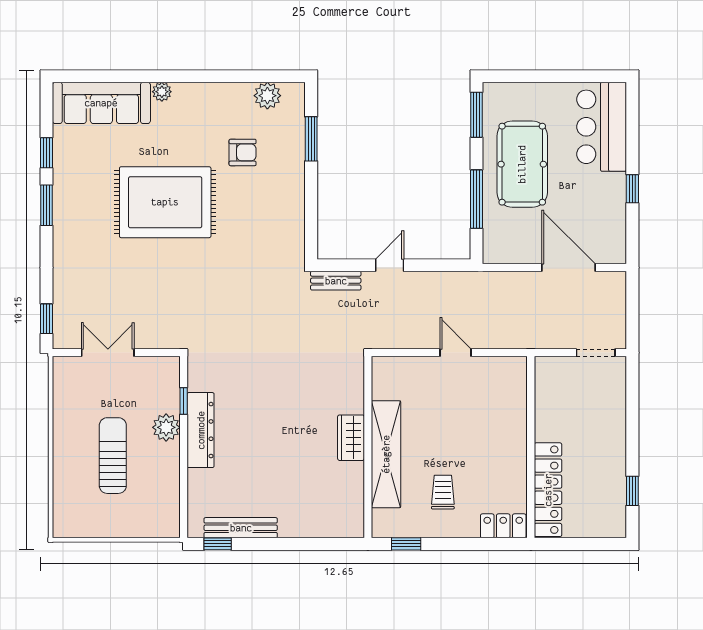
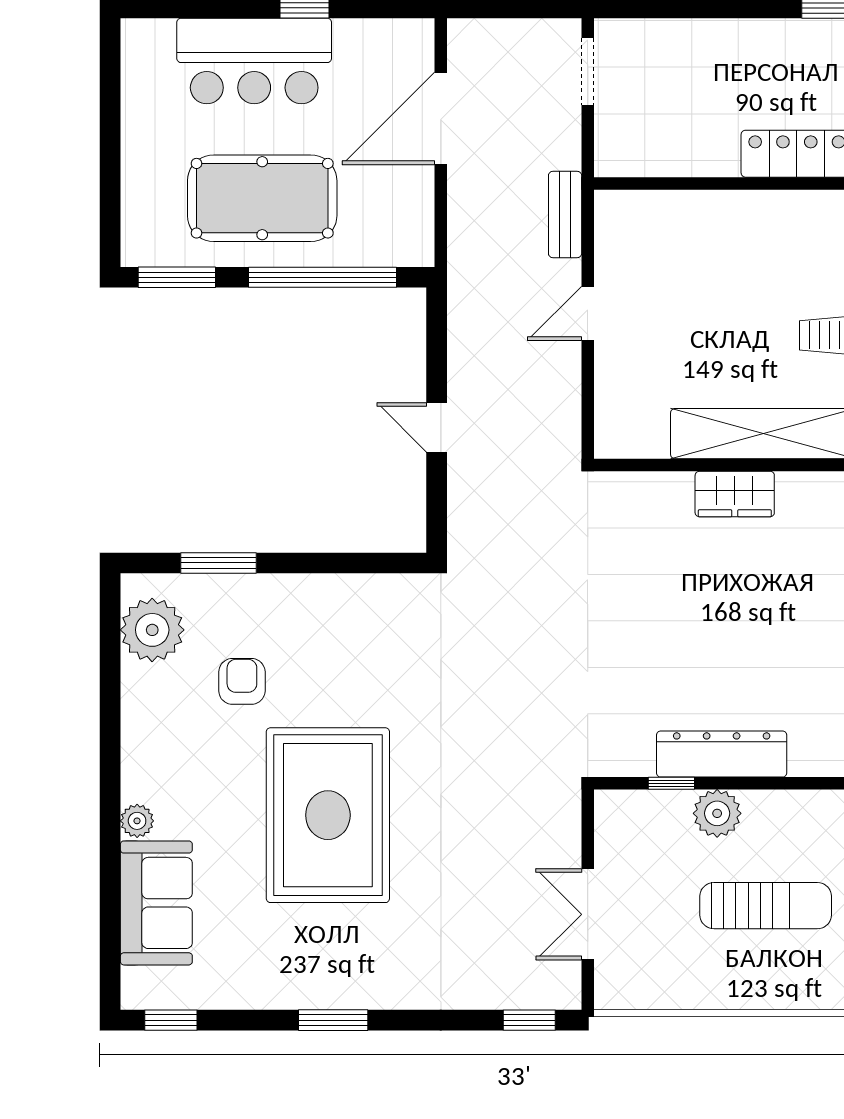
plant: (267, 96) -> (152, 630), width x1.36, depth x1.36
sofa: (101, 103) -> (156, 903), width x0.73
bar counter: (602, 127) -> (254, 61), moved
window: (47, 153) -> (171, 1020), moved
window: (476, 199) -> (323, 277), width x1.46
bench: (336, 281) -> (565, 214), moved
sun lounger: (113, 456) -> (766, 906), turned 180

